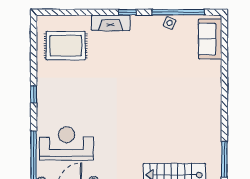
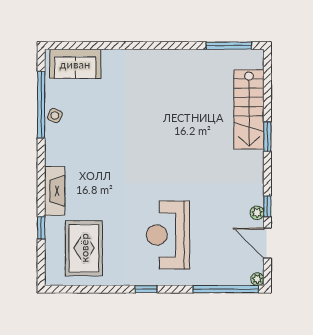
window: (127, 12) -> (41, 228), moved
reception desk: (66, 144) -> (168, 235), moved

